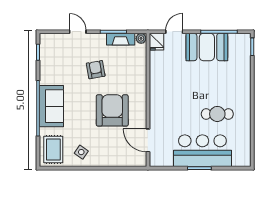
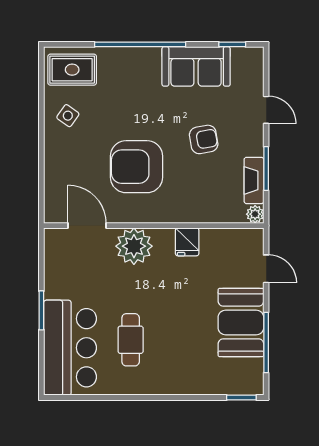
door: (78, 32) -> (266, 110), hinge flipped
fridge: (156, 42) -> (187, 242), moved, turned -90
sofa: (51, 106) -> (196, 66), moved
armchair: (112, 110) -> (136, 167), turned 180
plant: (160, 112) -> (134, 246), added
door: (148, 140) -> (87, 226), hinge flipped
bar counter: (202, 151) -> (70, 348), moved

